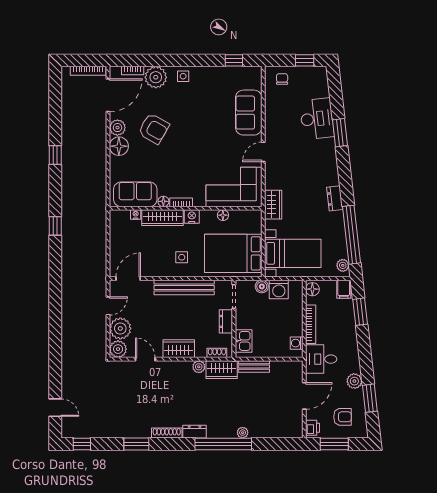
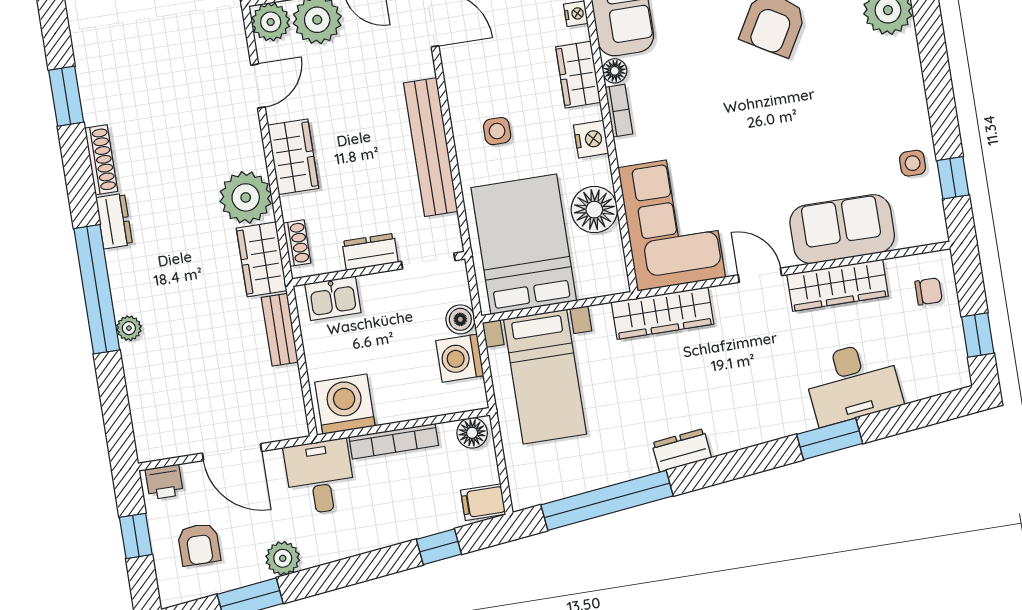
side table: (183, 76) -> (913, 163), moved
wardrobe: (273, 118) -> (838, 285), added
wardrobe: (273, 205) -> (662, 313), width x1.50
floor lamp: (223, 215) -> (594, 210), width x1.89, depth x1.89
wardrobe: (163, 218) -> (578, 75), width x0.67
plant: (343, 265) -> (536, 492), removed
window: (360, 312) -> (439, 547), width x0.67
washing machine: (297, 343) -> (345, 404), width x1.89, depth x1.89
plant: (199, 367) -> (246, 197), width x1.87, depth x1.87
window: (334, 444) -> (136, 536), width x0.67

